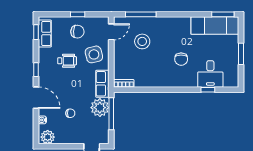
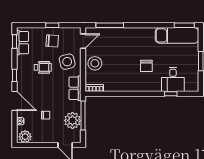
stool: (142, 41) -> (95, 63), moved
plant: (100, 108) -> (72, 120), moved

